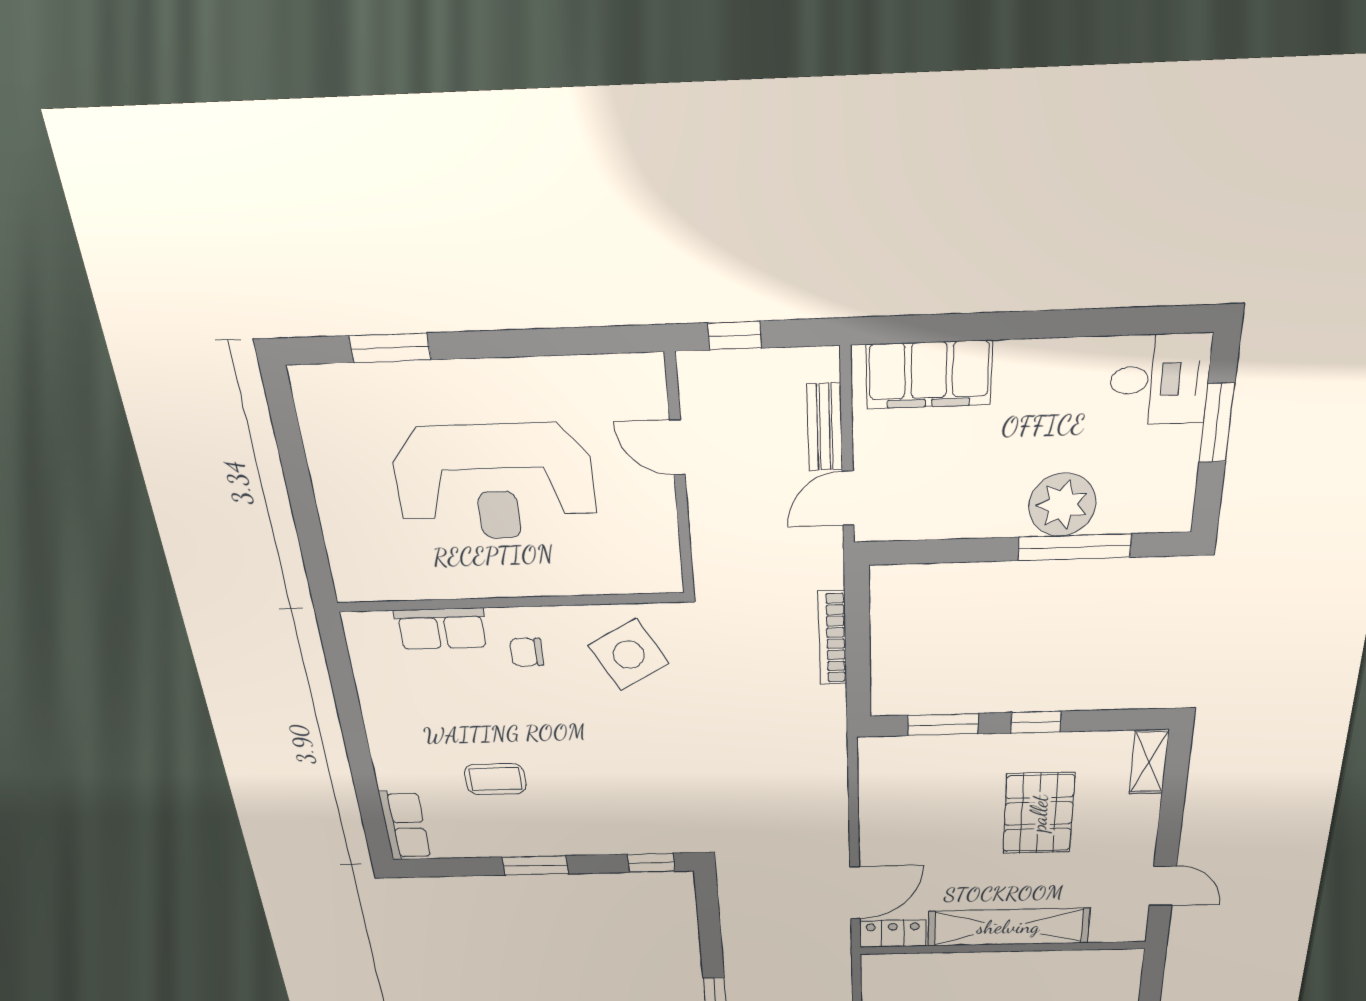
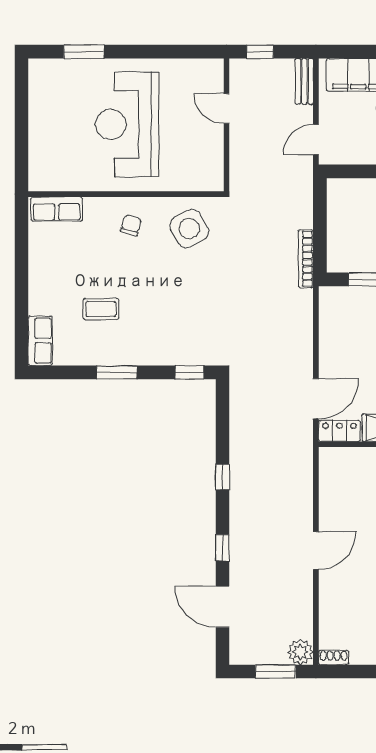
bench: (825, 427) -> (304, 81), moved
reception desk: (495, 482) -> (127, 124), turned 90
row of seats: (441, 629) -> (57, 209), moved
bookcase: (833, 638) -> (306, 259), moved
chair: (527, 652) -> (131, 225), turned 106

